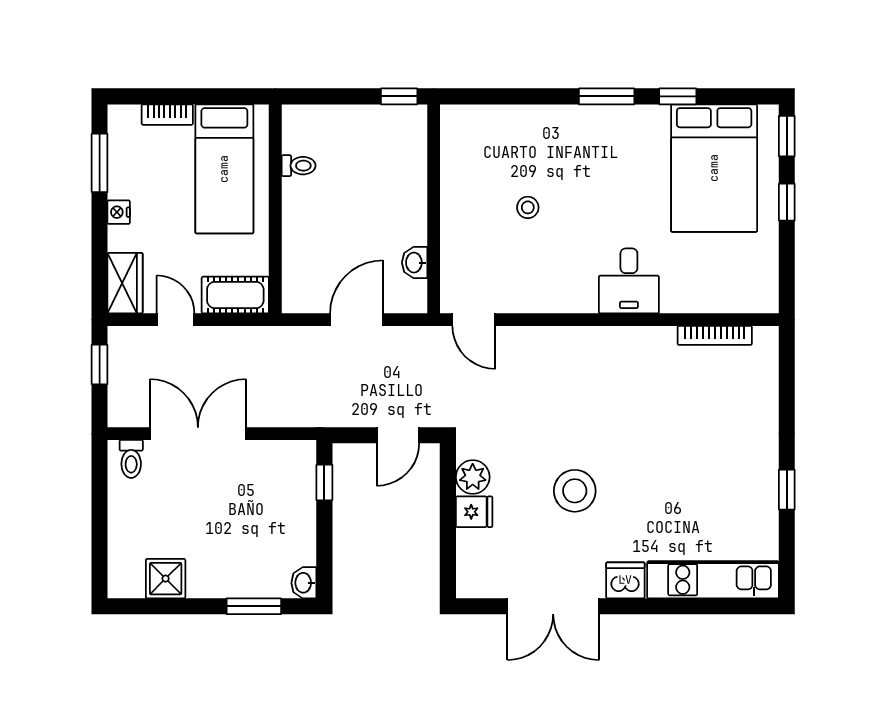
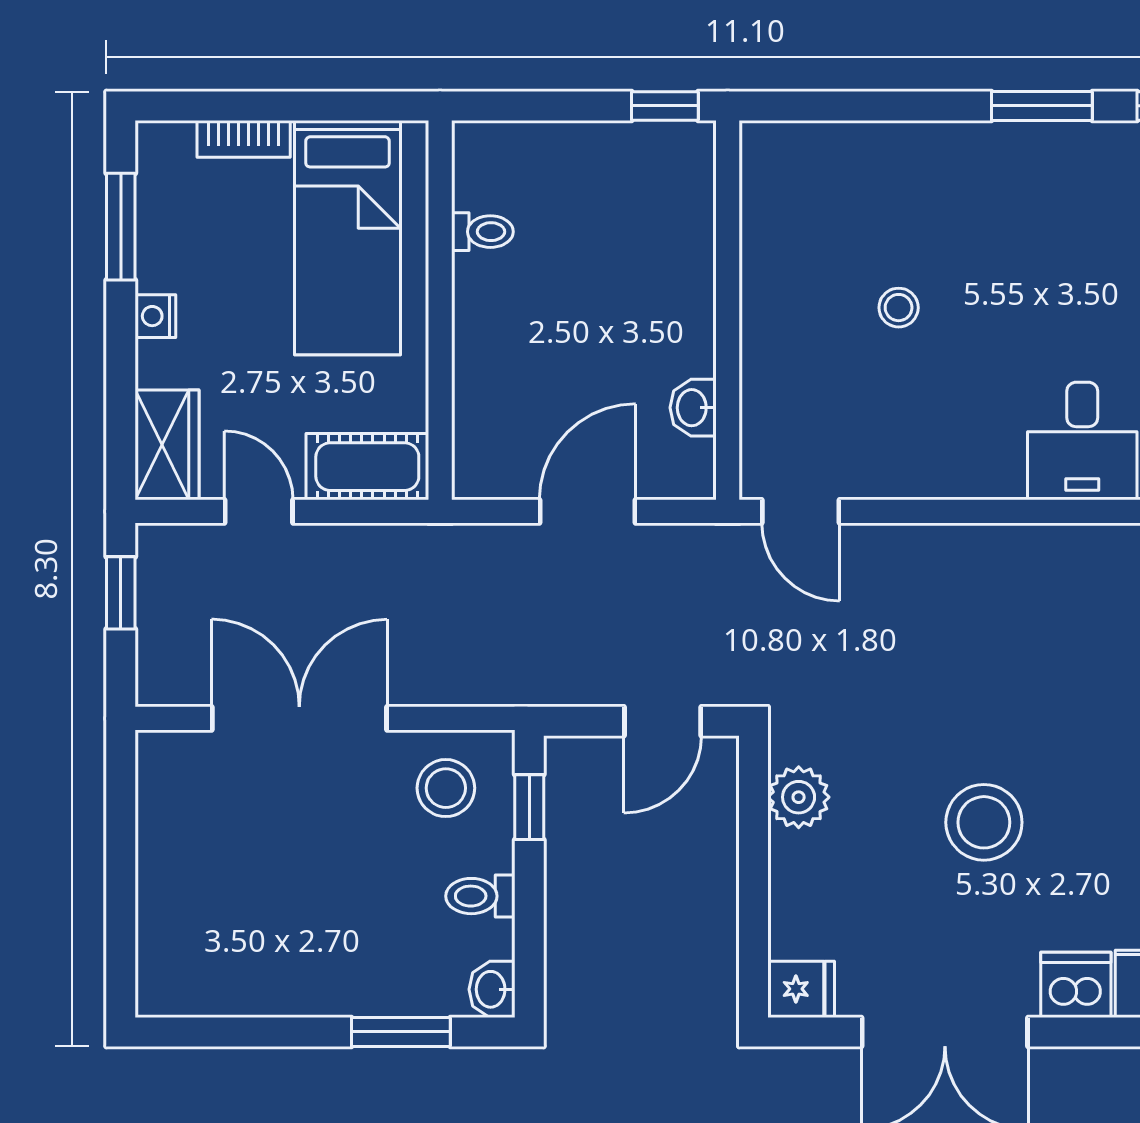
toilet: (131, 459) -> (480, 896), moved, turned 90
stool: (279, 472) -> (446, 788), added
fridge: (474, 512) -> (801, 989), moved
shower: (166, 579) -> (241, 982), removed

